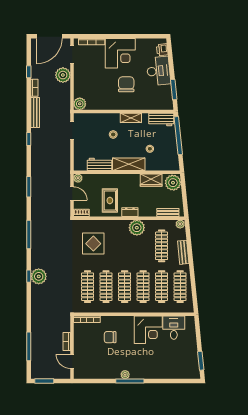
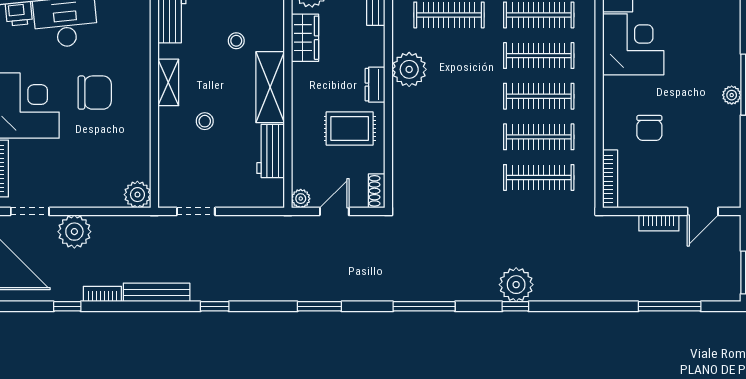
chair: (126, 84) -> (95, 93), turned 180
display table: (93, 244) -> (444, 165), removed

